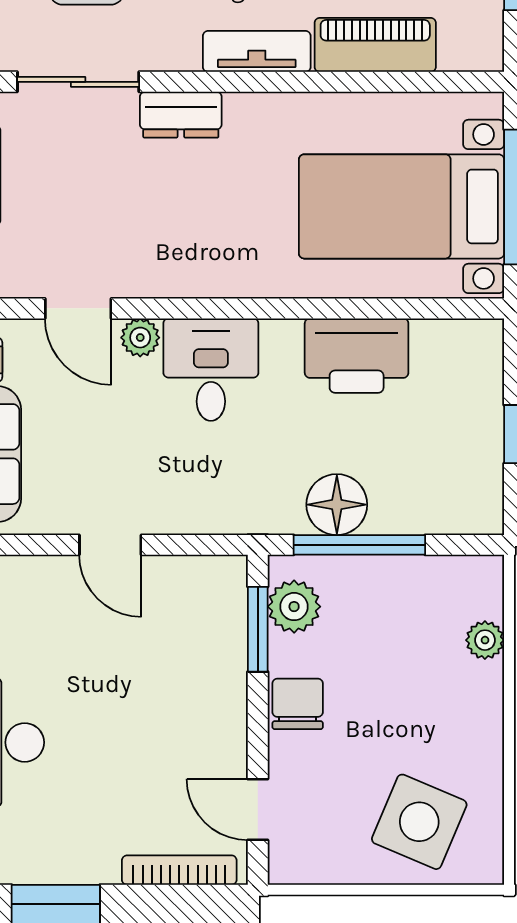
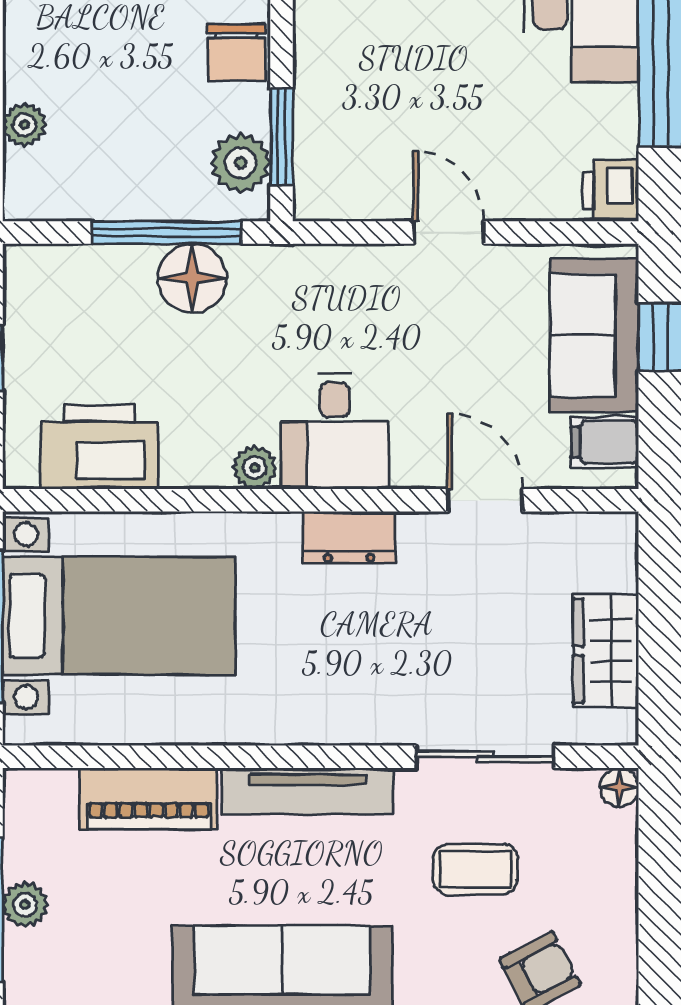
tv unit: (257, 51) -> (308, 791), width x1.41
dresser: (181, 115) -> (349, 537), moved, turned 180
plant: (140, 338) -> (255, 467), moved
printer: (357, 356) -> (100, 447), moved

